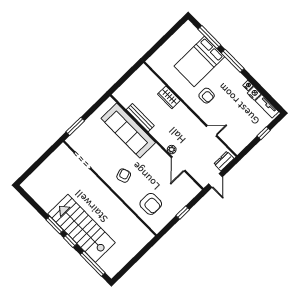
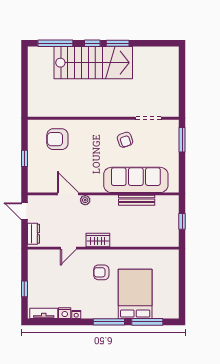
window: (126, 77) -> (182, 221), added
wardrobe: (169, 97) -> (98, 240), moved
armchair: (124, 176) -> (125, 140), moved

